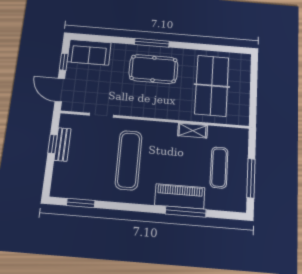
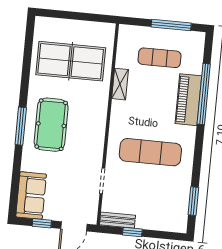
bench: (63, 144) -> (118, 220), moved
window: (186, 212) -> (204, 94), width x1.46

